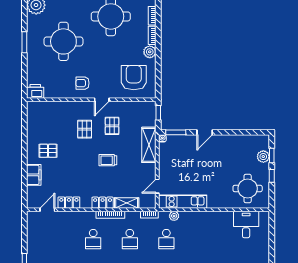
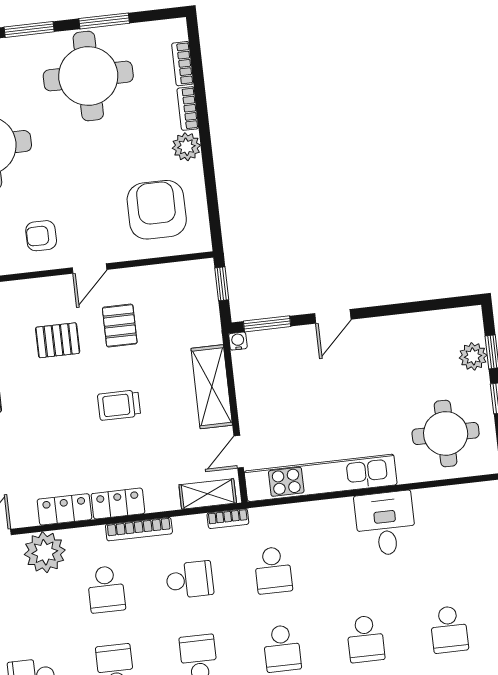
pallet: (85, 129) -> (58, 340), turned 90
shelving: (149, 145) -> (212, 387), moved
kitchen unit: (183, 202) -> (321, 478), width x1.36
locker: (69, 203) -> (64, 509), moved
shelving: (127, 203) -> (208, 494), moved
plant: (174, 216) -> (45, 552), moved, width x1.88, depth x1.88
desk: (246, 224) -> (385, 524), moved
school desk: (130, 239) -> (190, 580), turned -90

